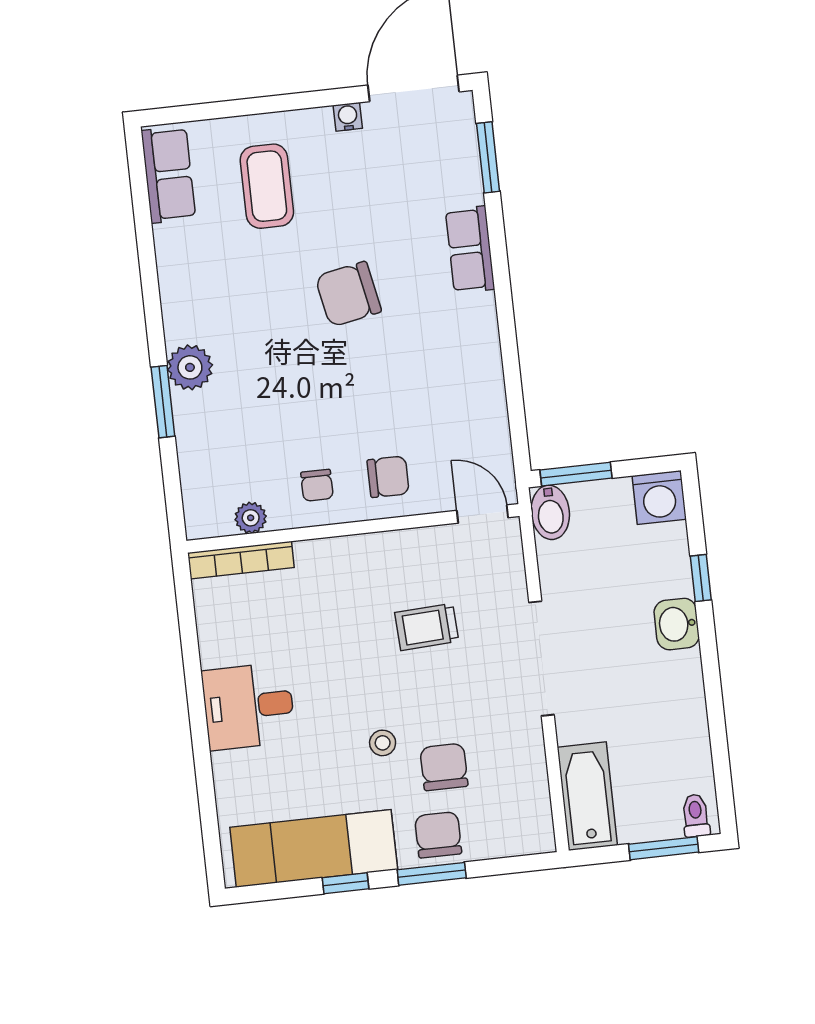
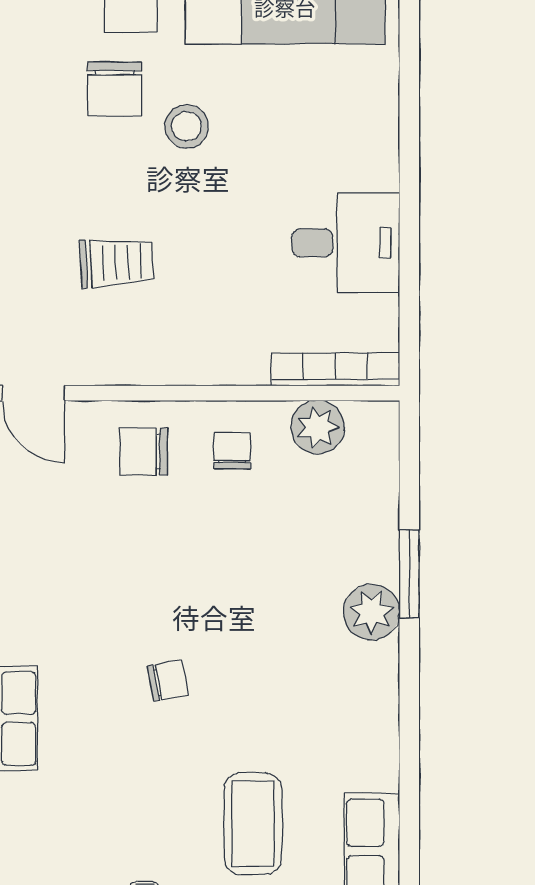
chair: (348, 294) -> (168, 680), width x0.54, depth x0.54
plant: (251, 518) -> (318, 427), width x1.38, depth x1.38
desk: (248, 706) -> (346, 243), moved
stool: (383, 743) -> (187, 126), width x1.37, depth x1.37

